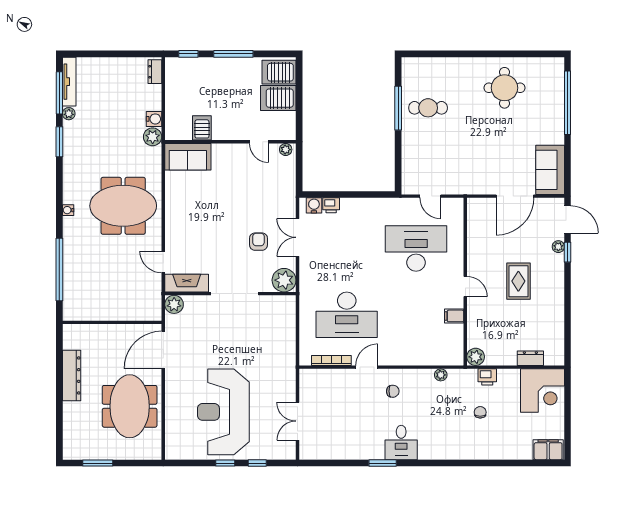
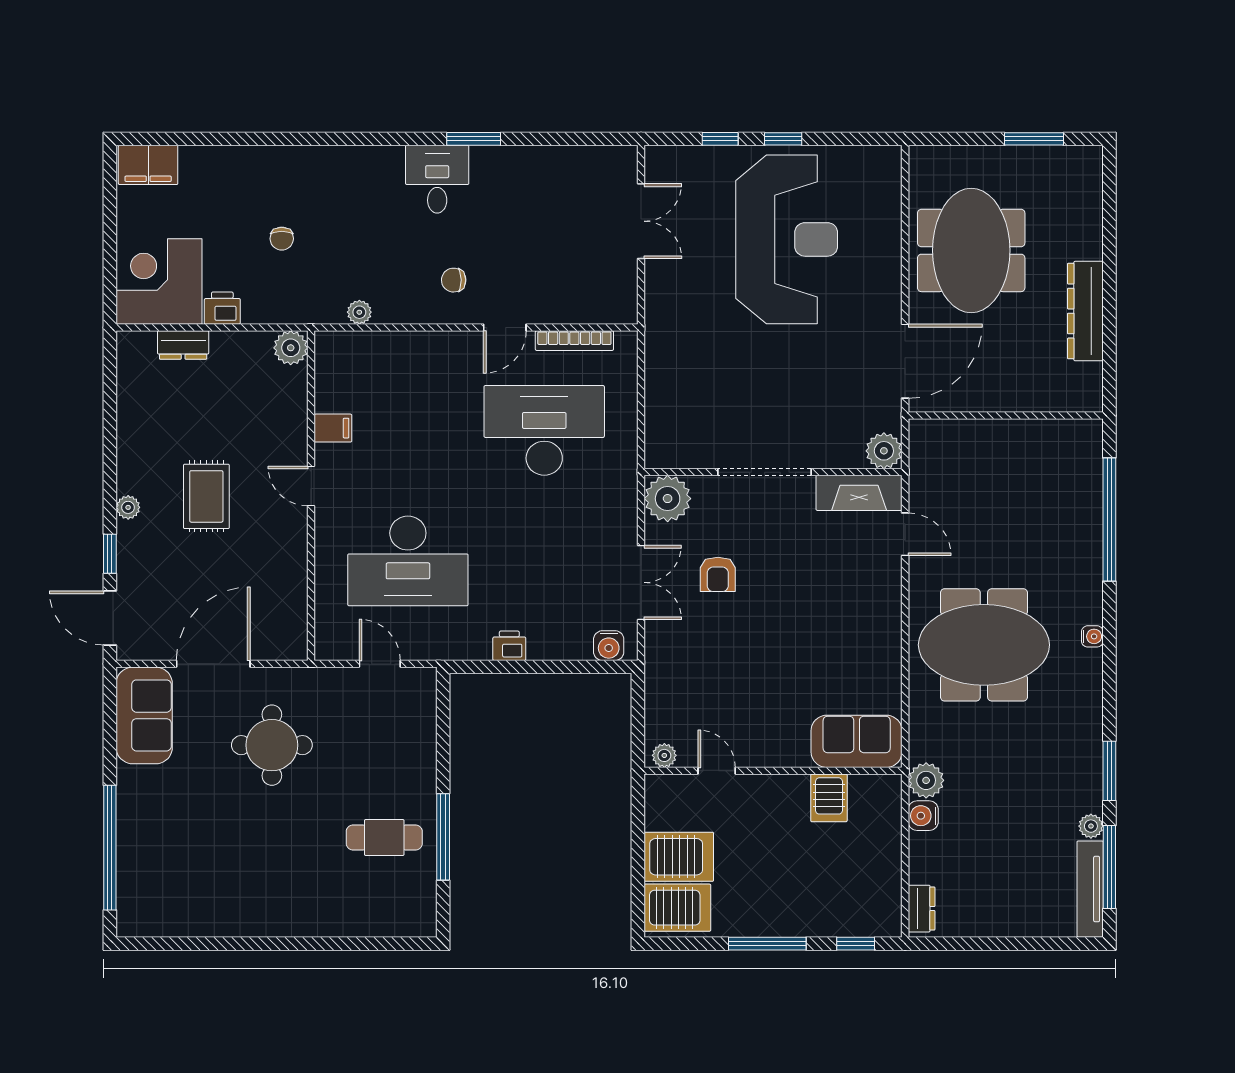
round table: (505, 88) -> (272, 745), moved
printer: (331, 205) -> (509, 646), moved
plant: (558, 247) -> (128, 507), moved
printer: (487, 377) -> (222, 308), moved

